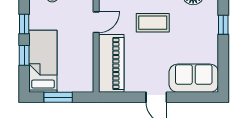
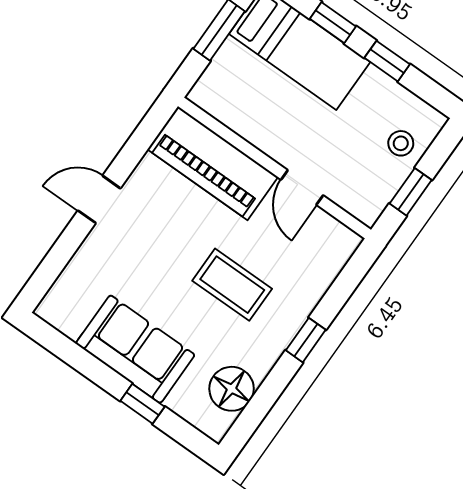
coffee table: (153, 23) -> (232, 285), turned 90
sofa: (194, 78) -> (135, 349), moved, turned -90

